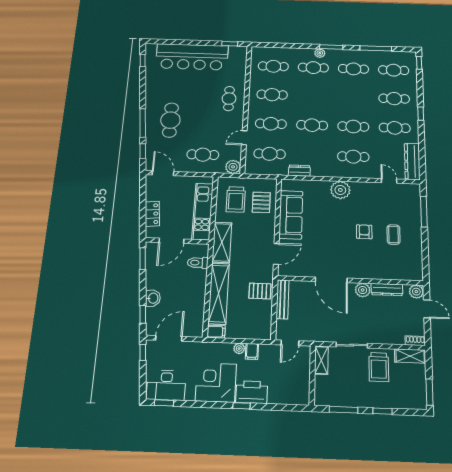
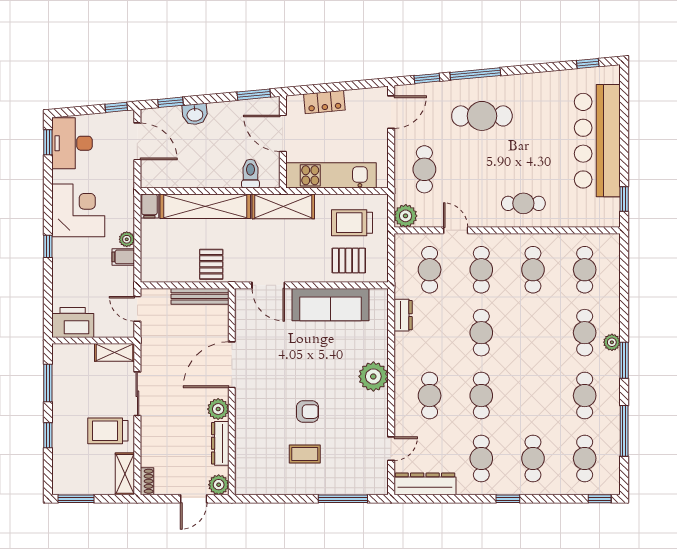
printer: (252, 392) -> (73, 323), moved, turned -90

